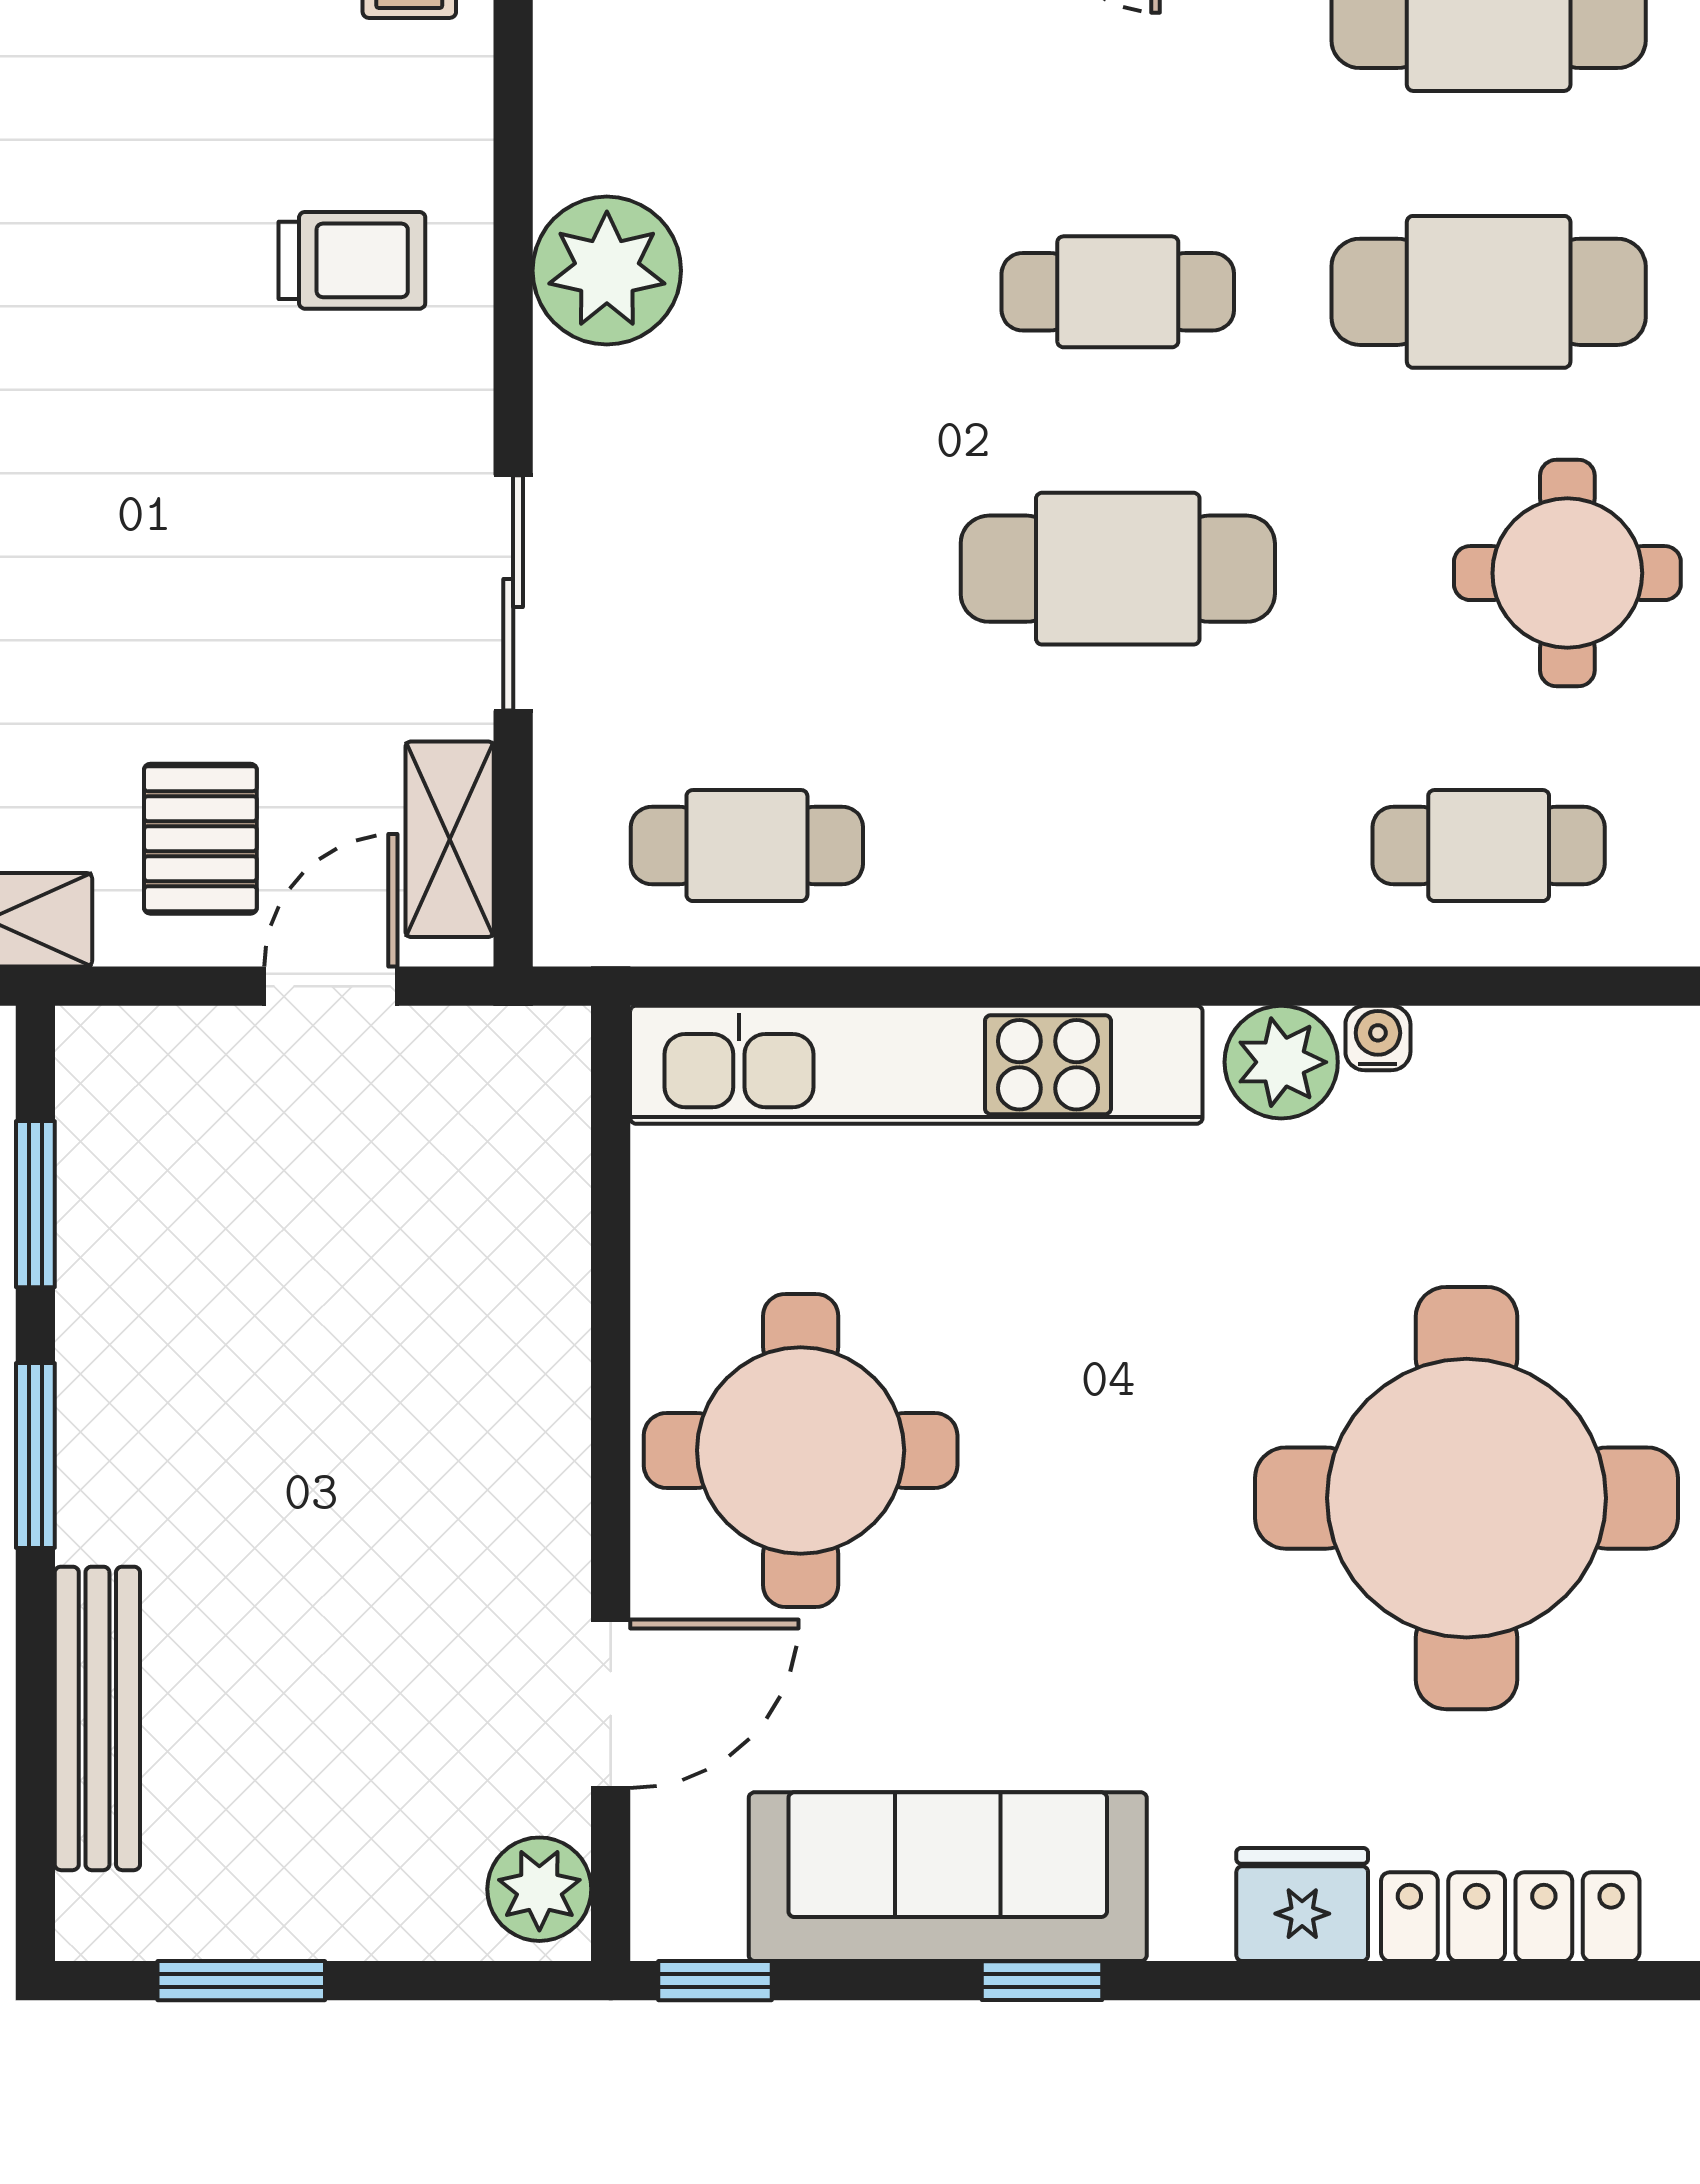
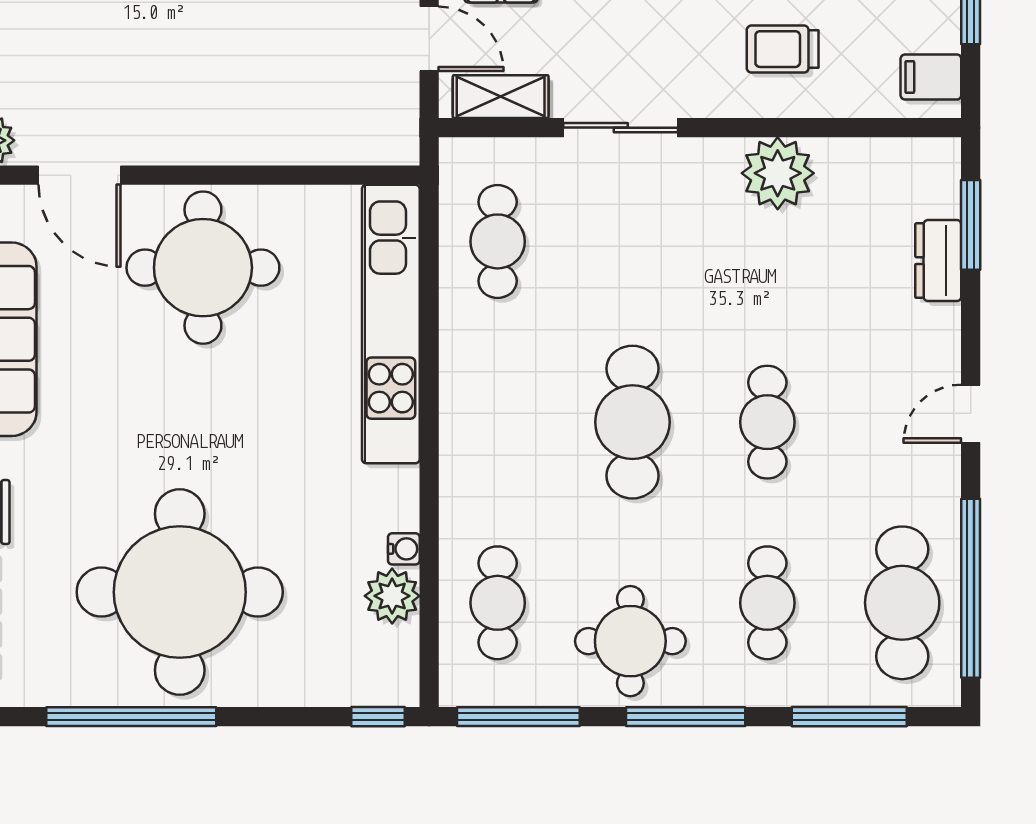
trolley: (352, 260) -> (783, 49), turned 90
cafe table: (1489, 292) -> (767, 603), width x0.73, depth x0.74
plant: (1281, 1062) -> (392, 596), moved

